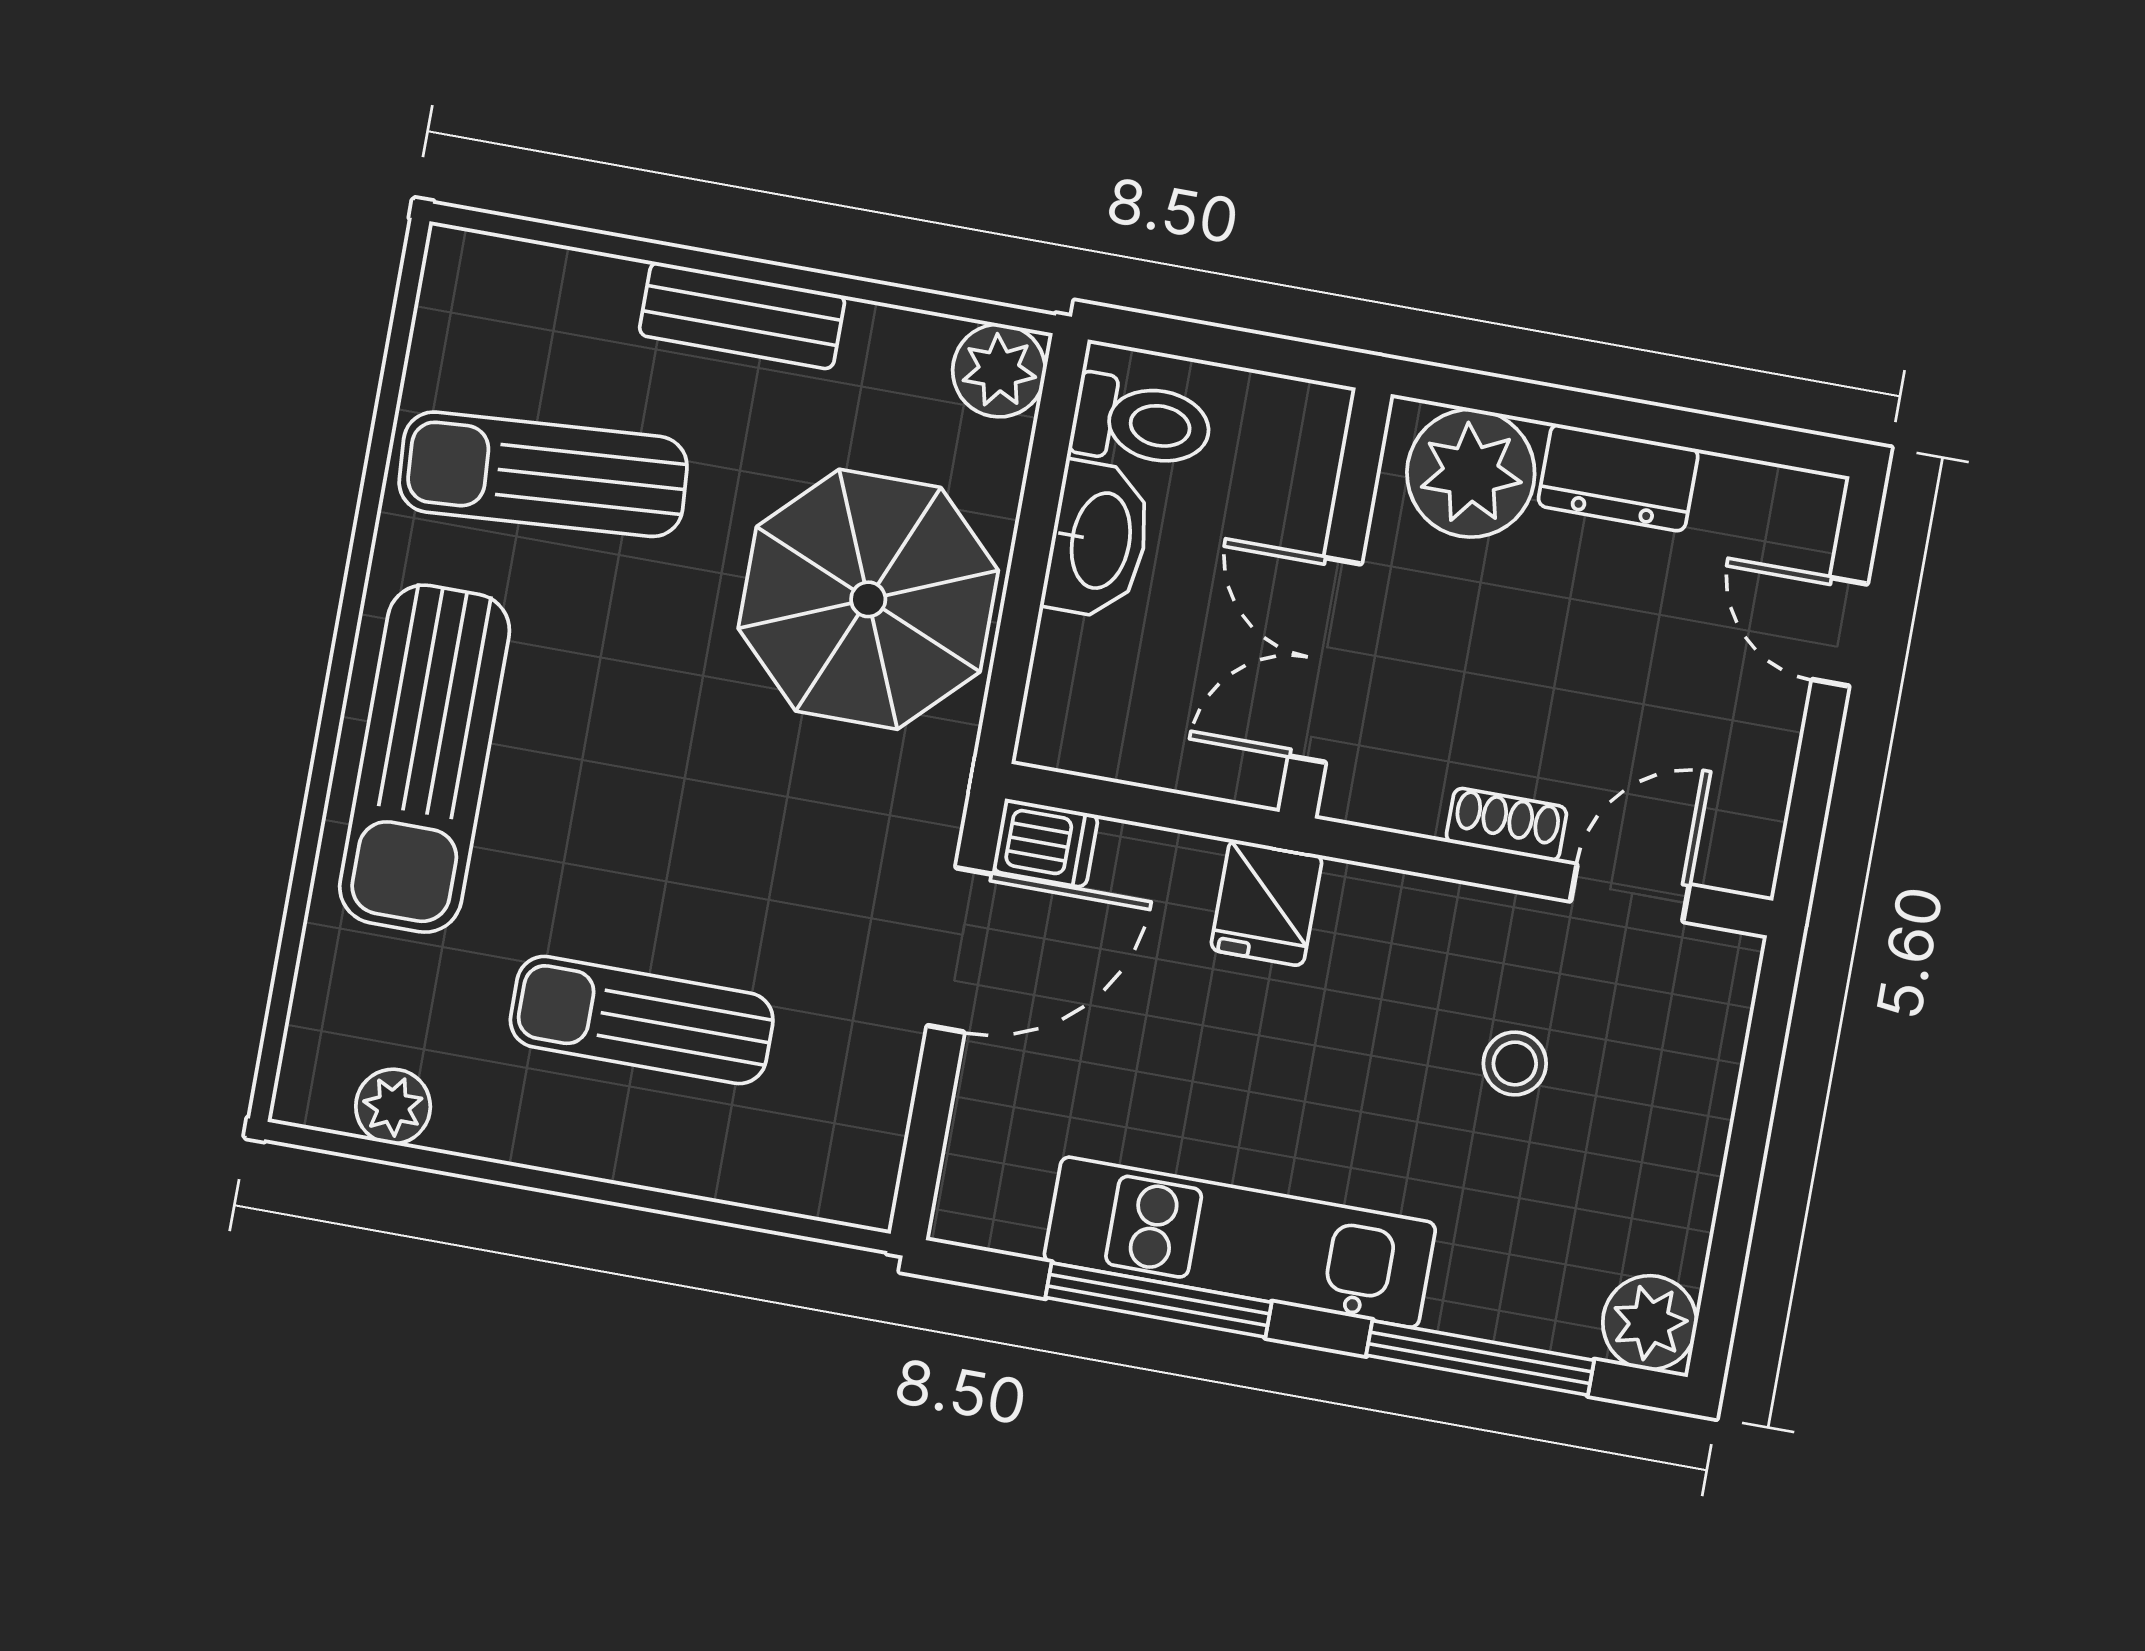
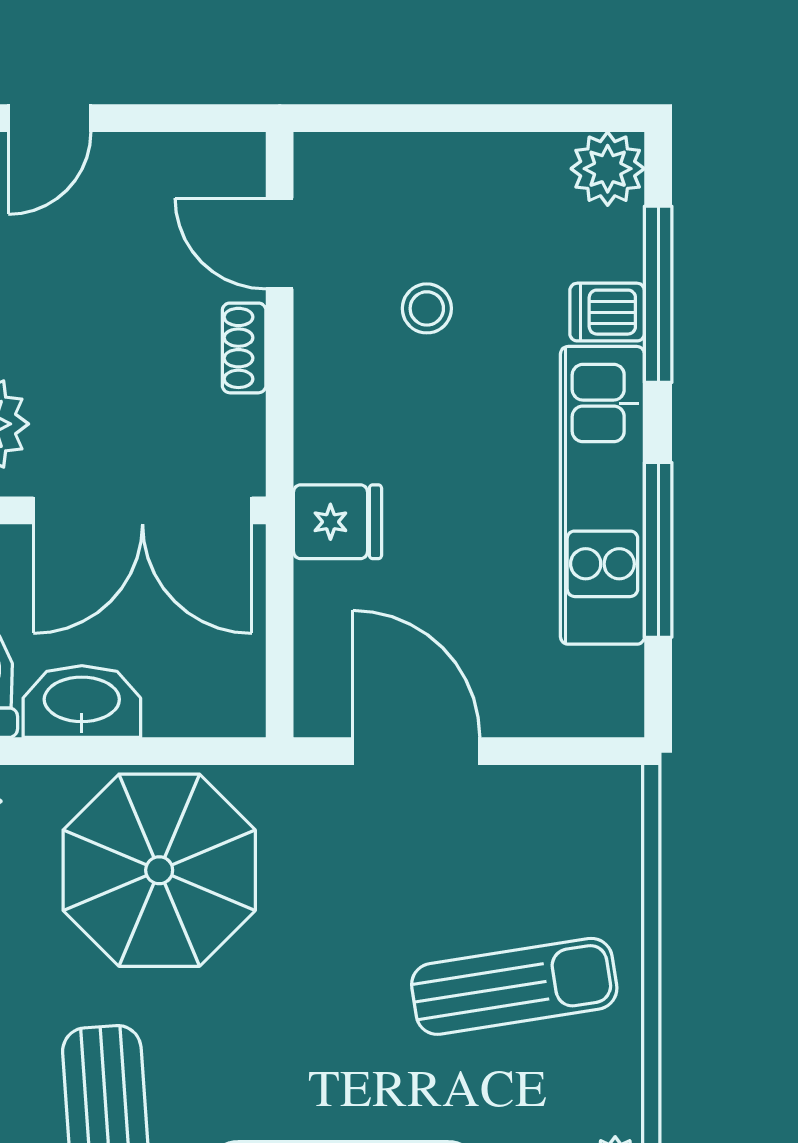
double door: (1325, 660) -> (143, 510), width x1.37
dishwasher: (1045, 843) -> (607, 312), moved, turned -90
sun lounger: (642, 1020) -> (514, 986), turned -99

